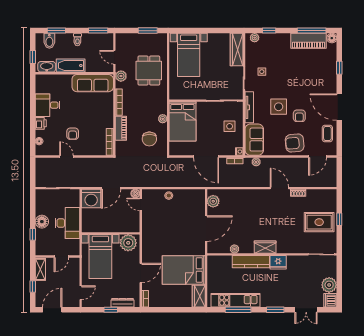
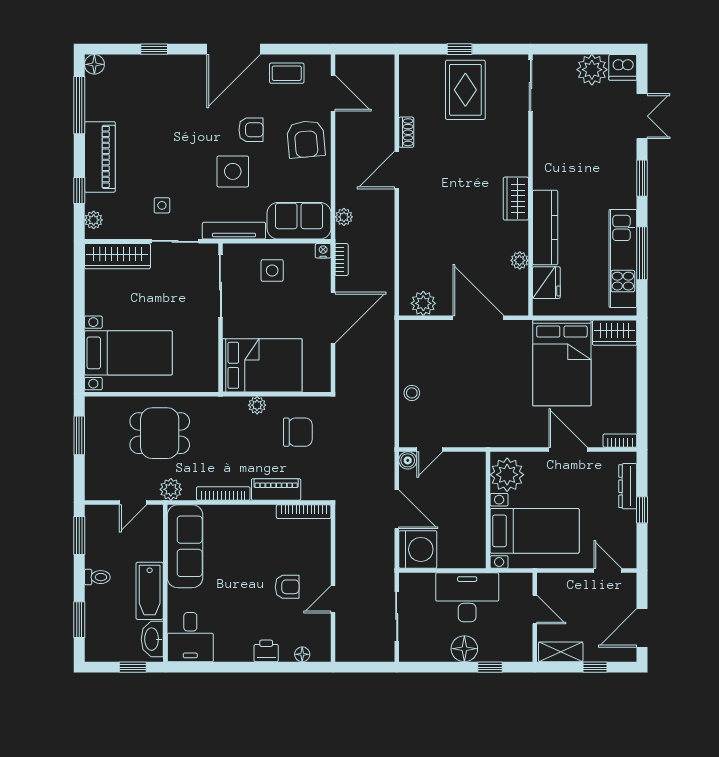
bidet: (49, 41) -> (100, 634), removed
piano: (309, 41) -> (100, 157), moved
desk: (48, 105) -> (190, 637), moved
fridge: (278, 262) -> (546, 283), moved
door: (52, 310) -> (642, 628), hinge flipped

